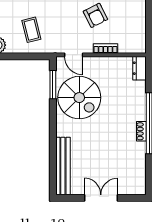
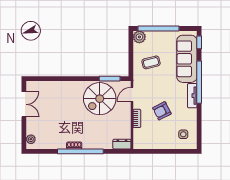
bench: (63, 166) -> (48, 86), removed
plant: (133, 189) -> (31, 139), added
double door: (101, 198) -> (24, 104), moved

